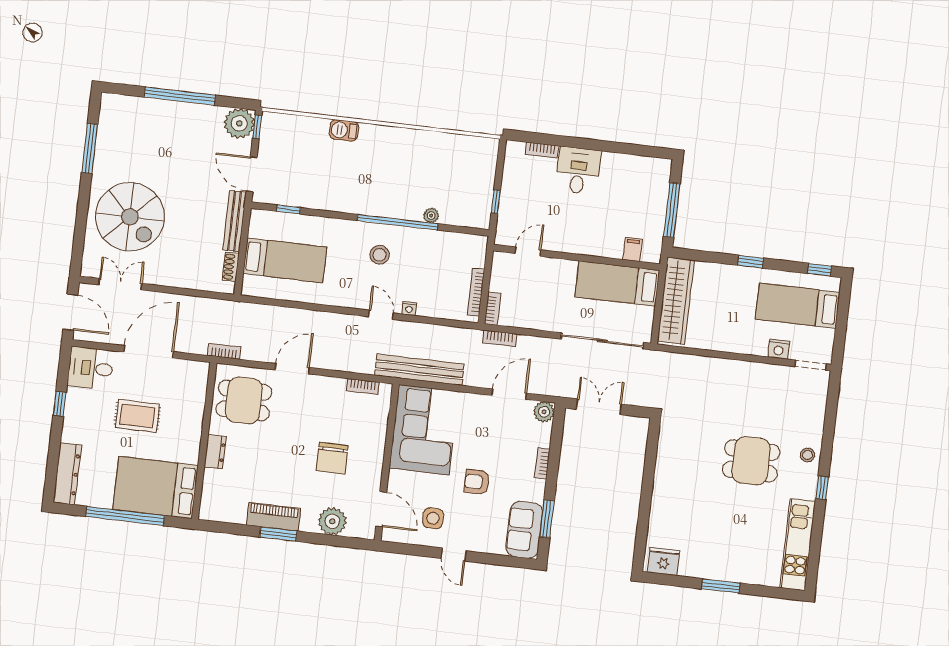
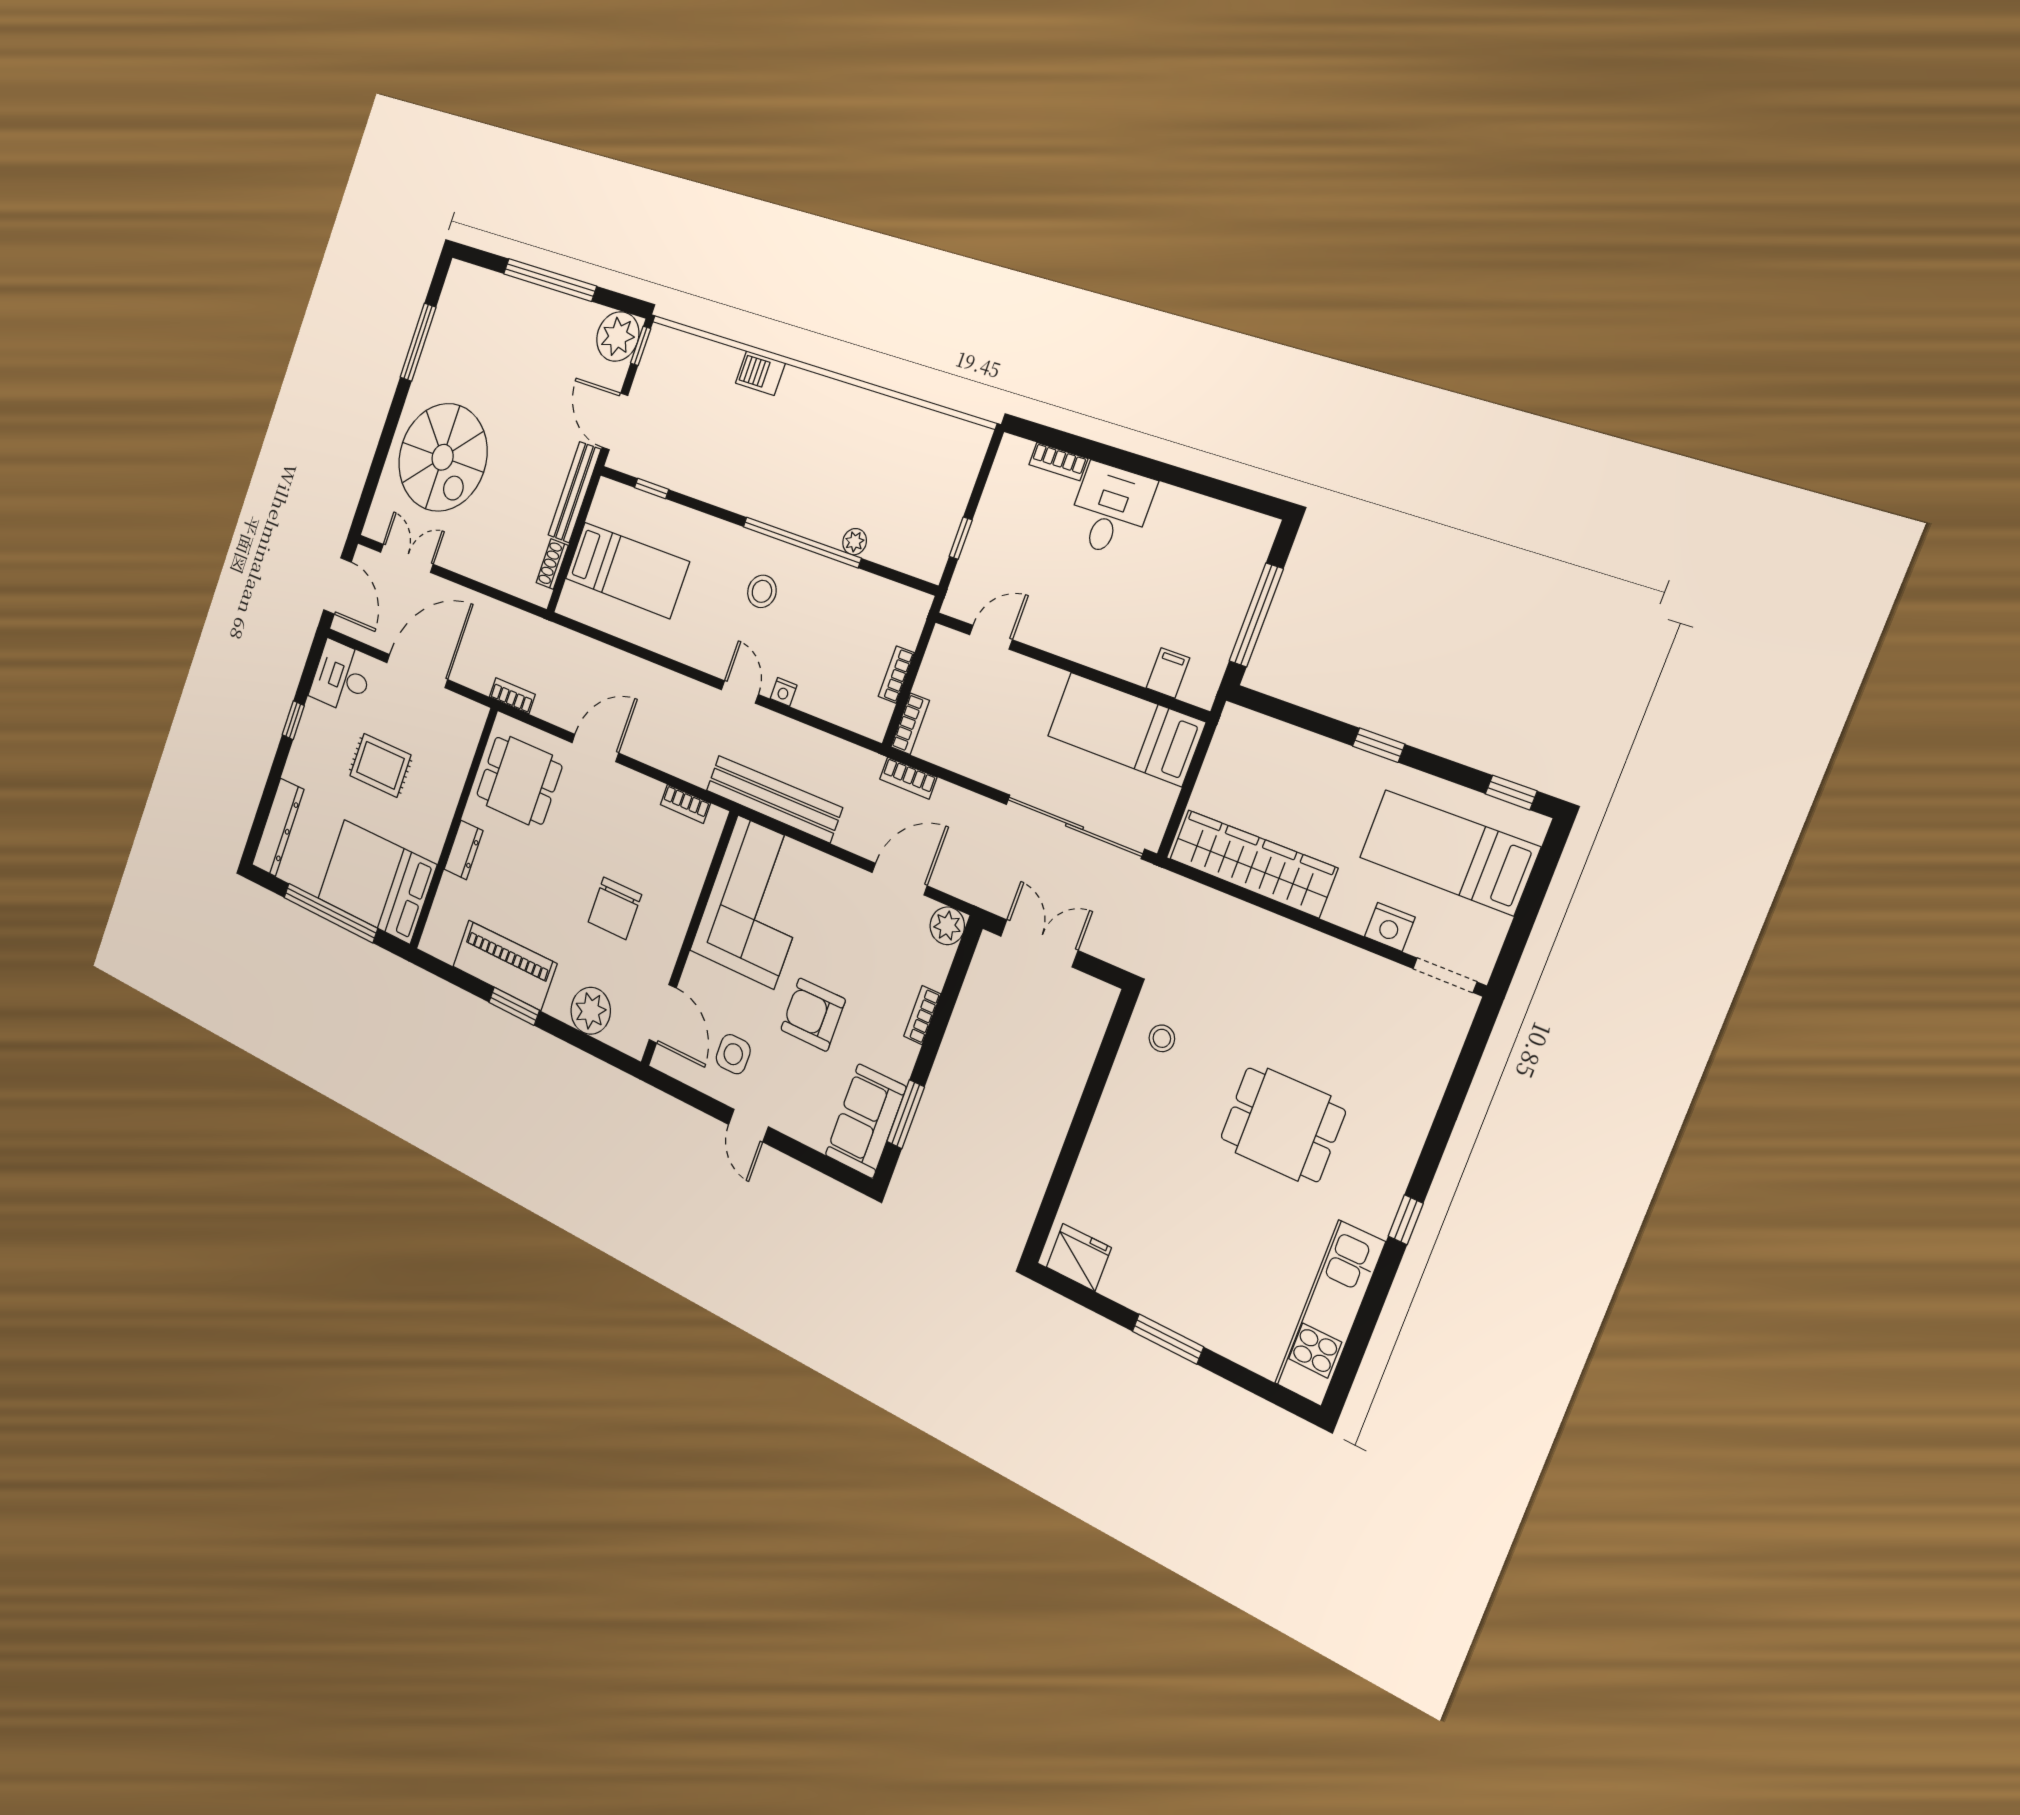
bookcase: (476, 292) -> (896, 675), width x0.64
wardrobe: (676, 301) -> (1253, 863), moved, turned -90
stool: (808, 455) -> (1162, 1038), moved
armchair: (477, 482) -> (813, 1015), width x1.38, depth x1.38
piano: (274, 517) -> (505, 965), width x1.37, depth x1.33

